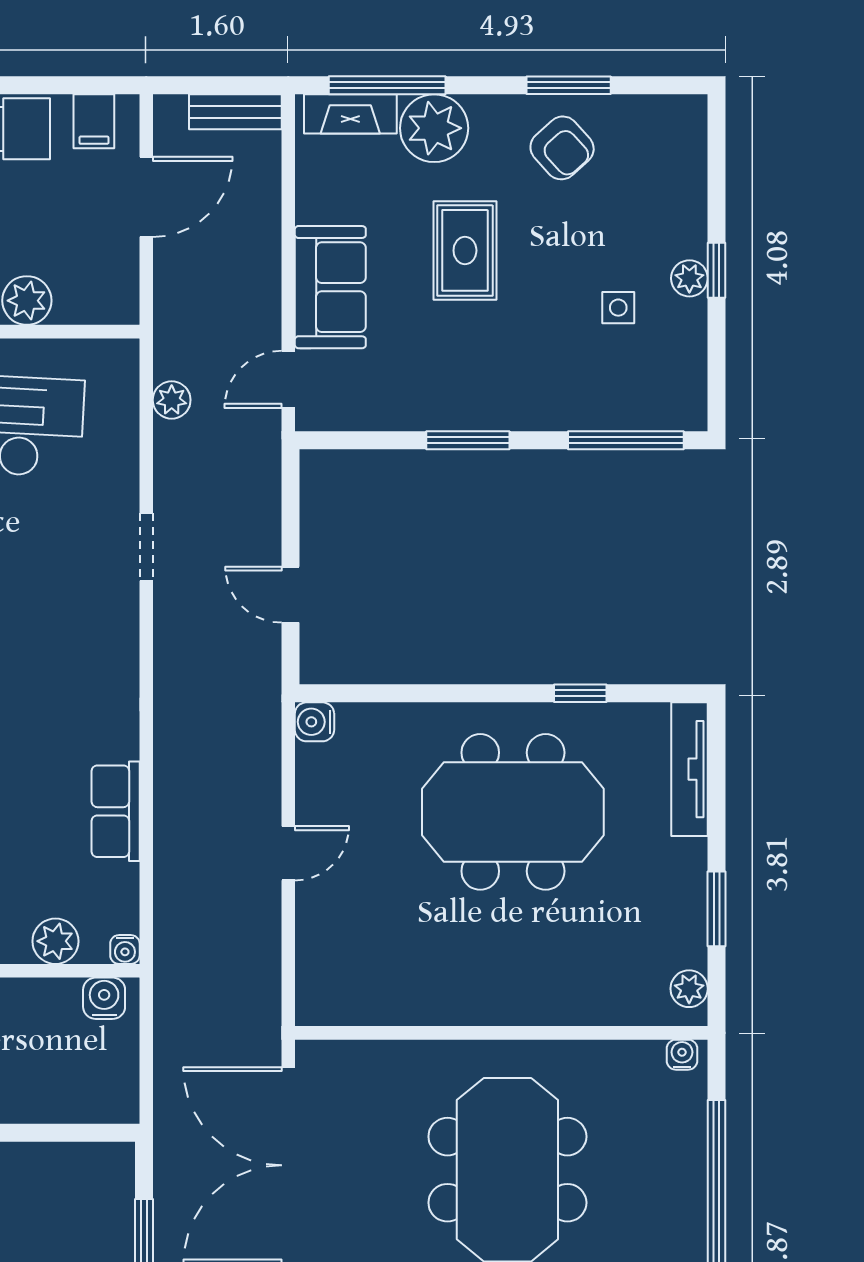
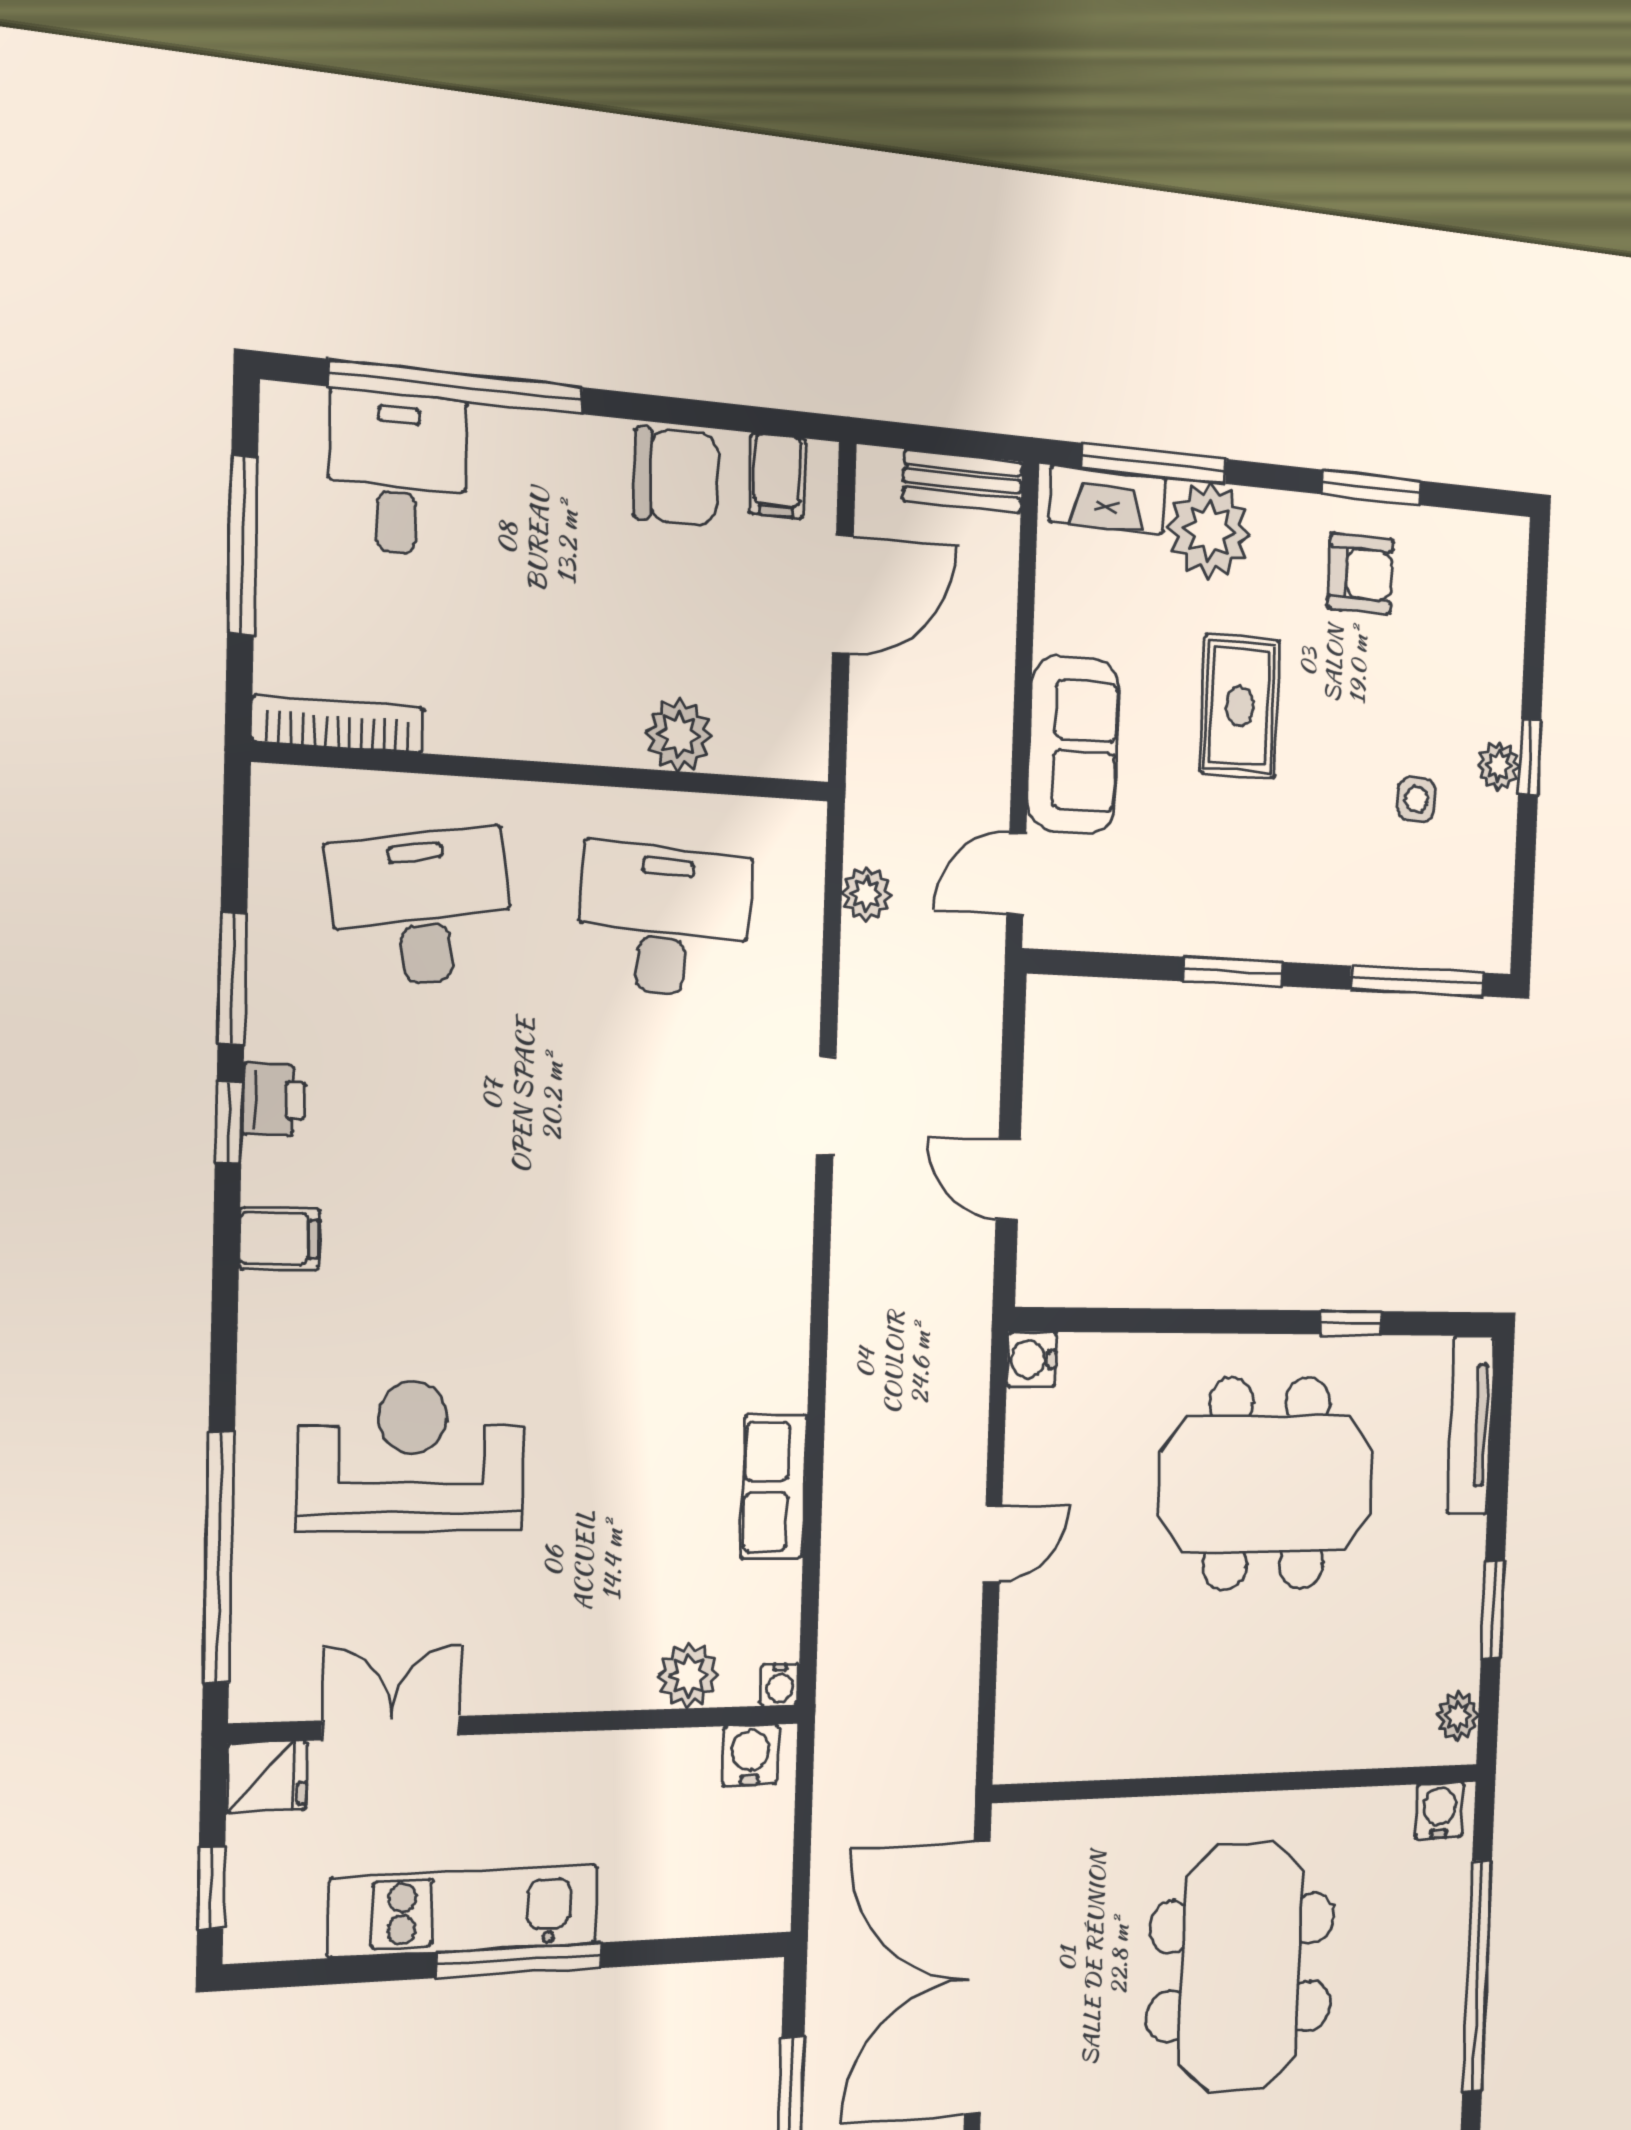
armchair: (562, 148) -> (1360, 574), turned -48
water cooler: (682, 1055) -> (1439, 1811), width x1.38, depth x1.38

